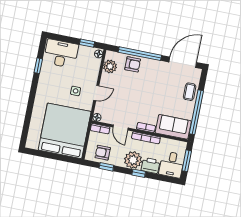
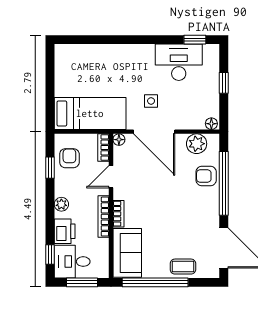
window: (87, 43) -> (224, 83), moved
desk: (61, 54) -> (179, 62), moved, turned -90
armchair: (133, 64) -> (206, 176), turned 90
window: (38, 66) -> (195, 40), moved
door: (96, 93) -> (154, 132), width x1.88
bed: (65, 131) -> (90, 113), width x0.49
plant: (133, 160) -> (61, 204), width x0.53, depth x0.53
window: (139, 173) -> (50, 254), moved

